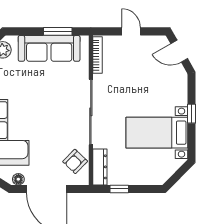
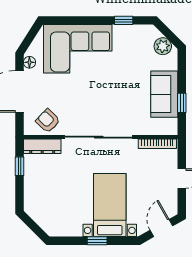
window: (58, 31) -> (182, 103), width x0.67
sofa: (49, 48) -> (164, 94), width x0.73
bed with nightstands: (157, 133) -> (110, 205), moved

